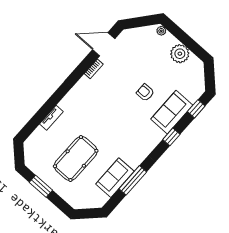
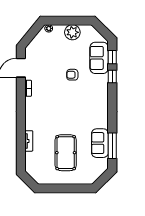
sofa: (172, 112) -> (99, 58), moved
window: (171, 137) -> (112, 76), moved
window: (133, 180) -> (112, 146), moved
window: (41, 186) -> (59, 188), removed

